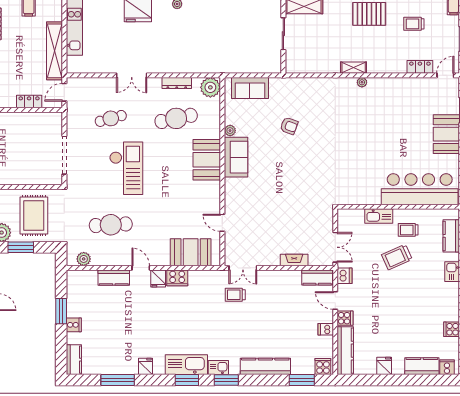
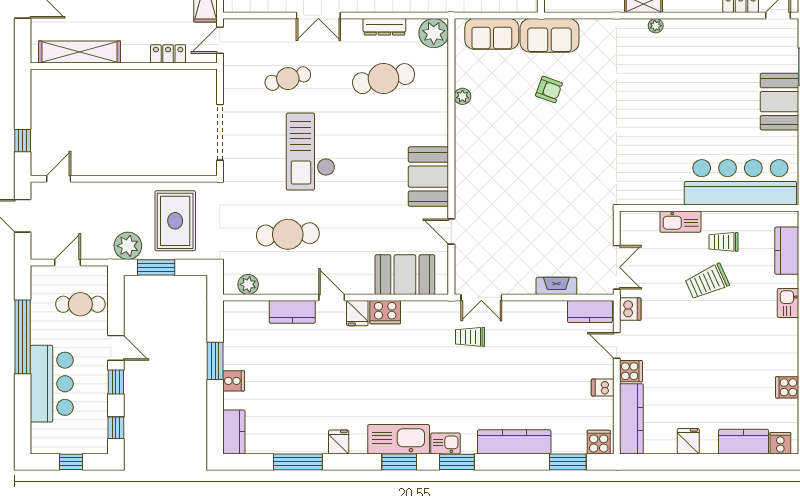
sofa: (236, 157) -> (550, 35), moved, turned 90
booth: (207, 160) -> (428, 177), moved
checkout: (126, 168) -> (311, 152), turned 180

